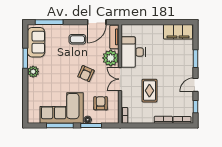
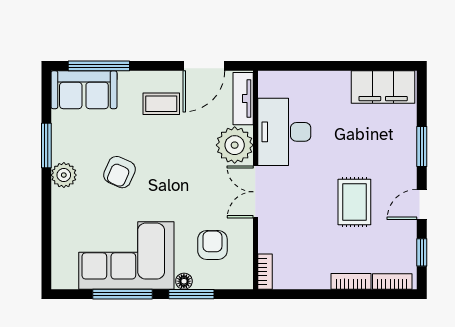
sofa: (36, 42) -> (84, 90), moved, turned 90
armchair: (86, 74) -> (120, 172), moved
rug: (149, 91) -> (354, 202), moved

